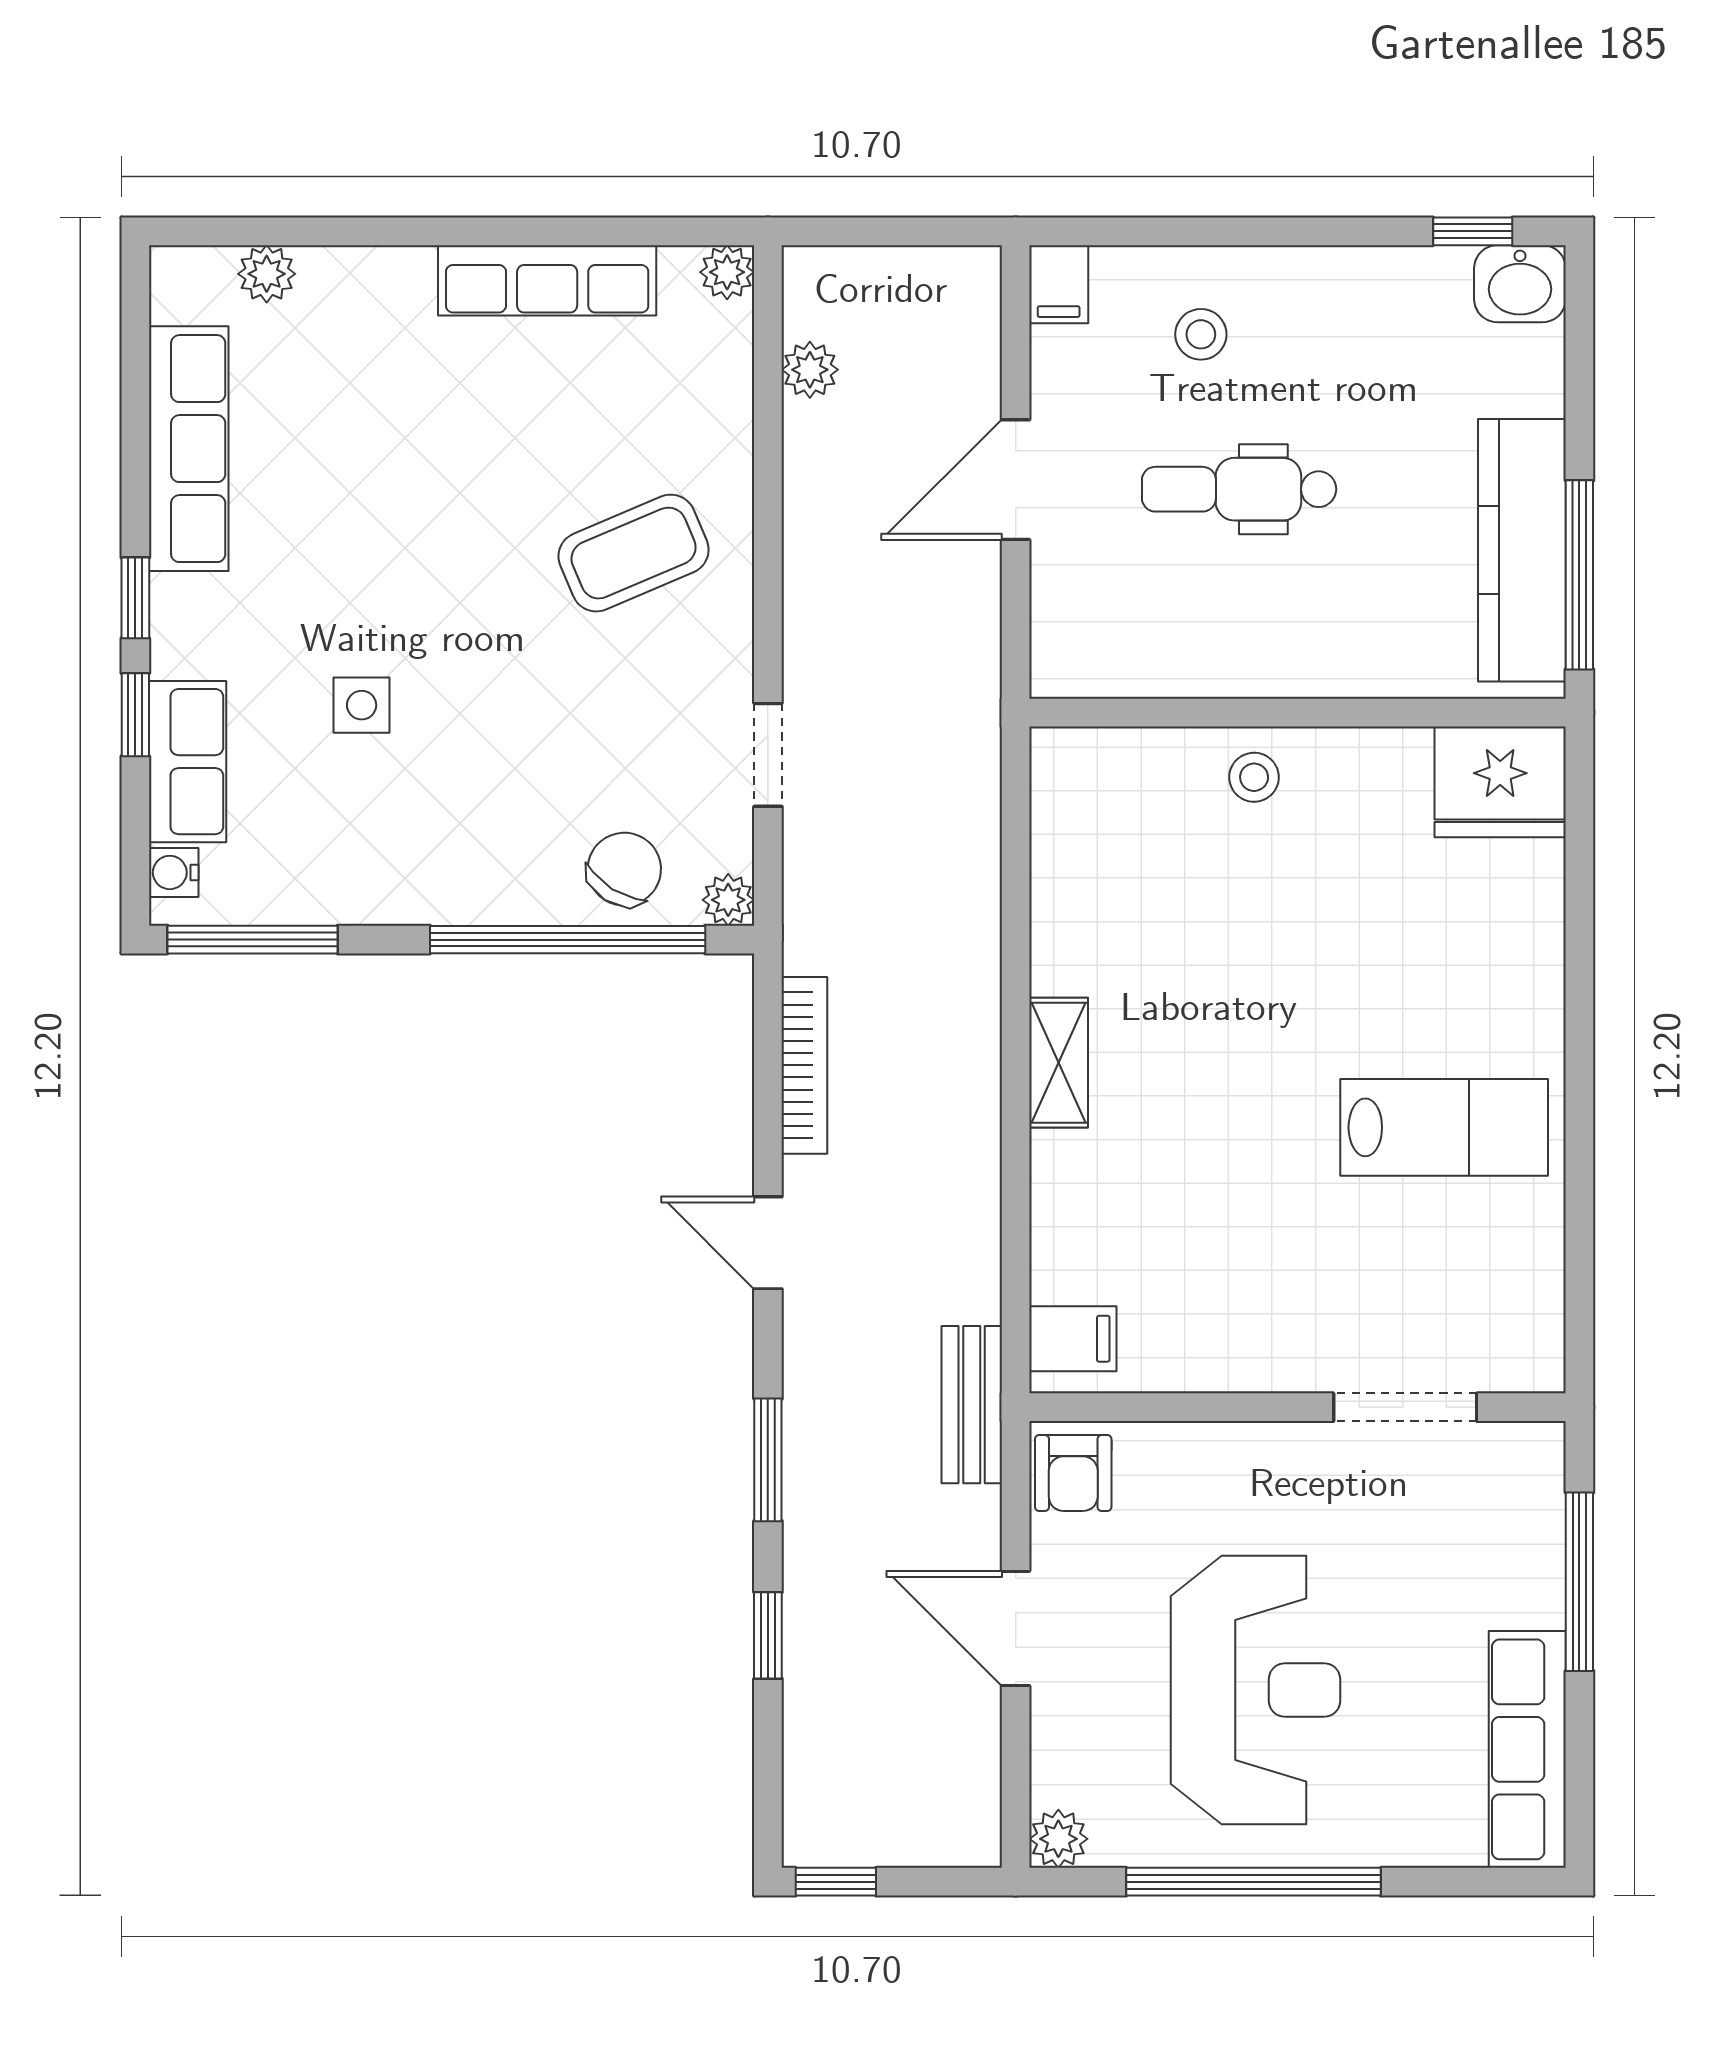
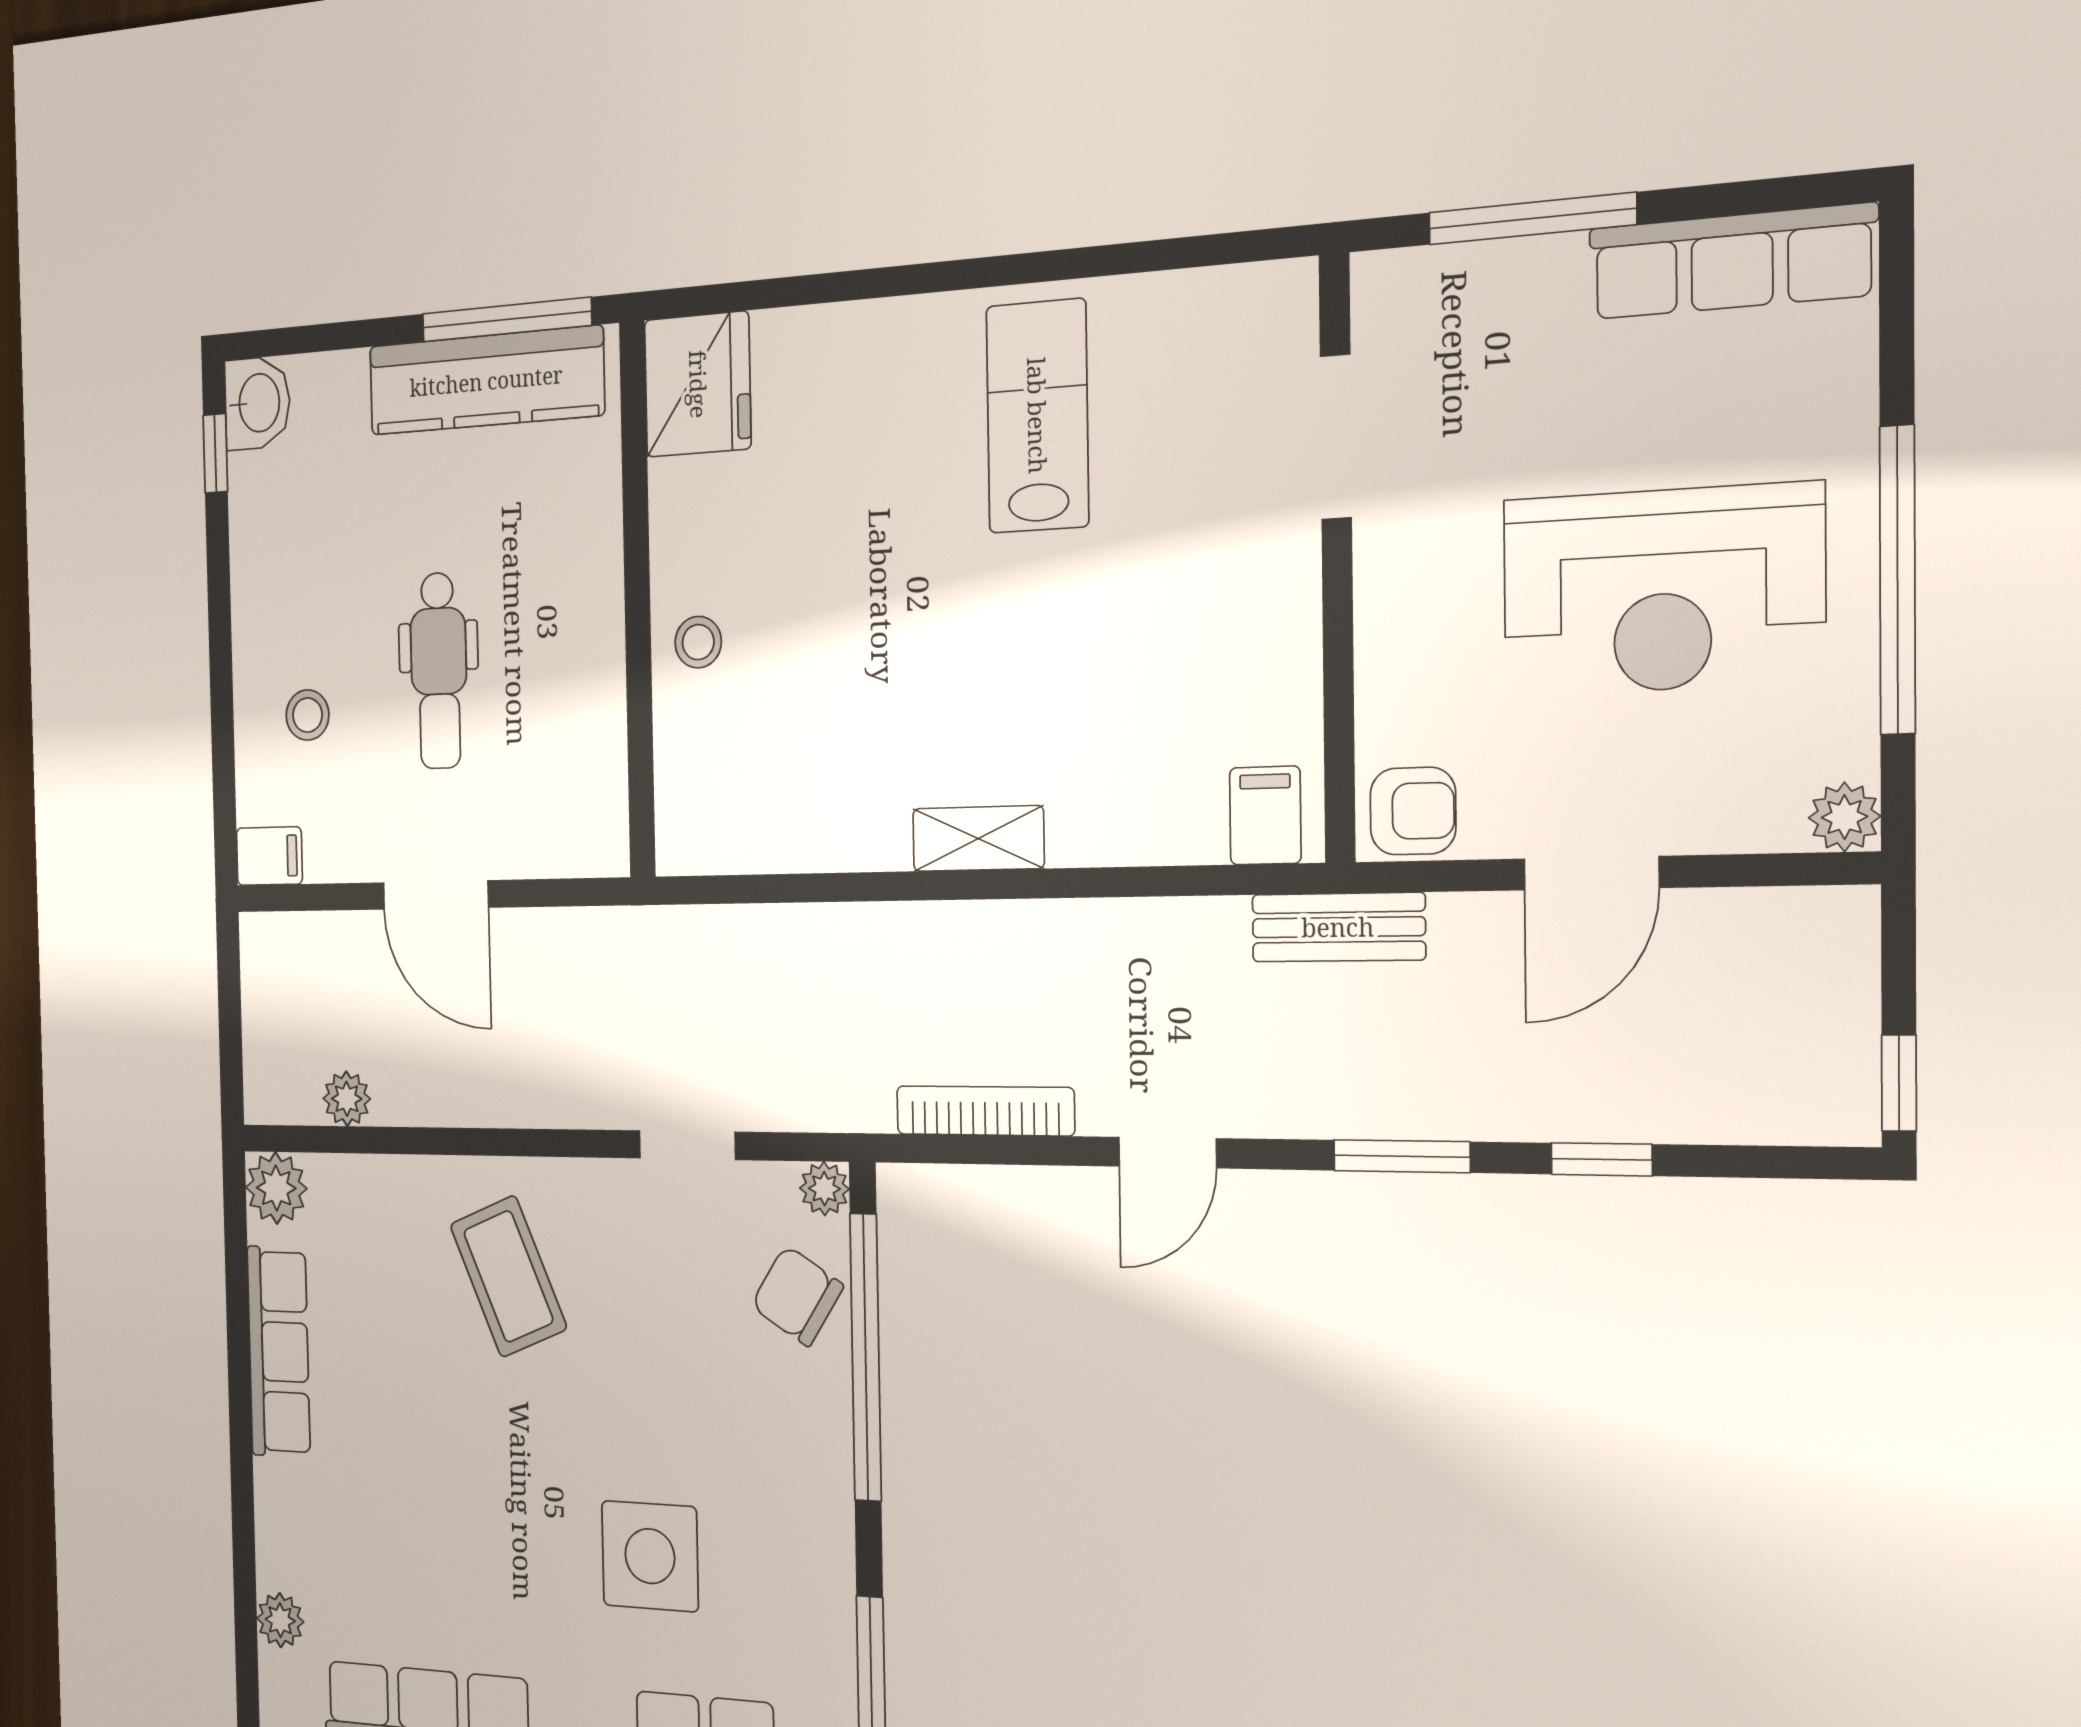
plant: (727, 272) -> (276, 1188), width x1.38, depth x1.38
side table: (362, 705) -> (650, 1556), width x1.87, depth x1.87
reception desk: (1255, 1690) -> (1662, 590), turned 180

